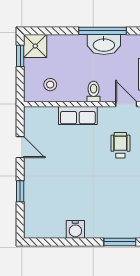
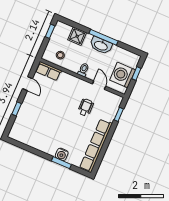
shower: (35, 46) -> (77, 36), moved
row of seats: (78, 115) -> (48, 71), moved
water cooler: (75, 229) -> (62, 154), moved

